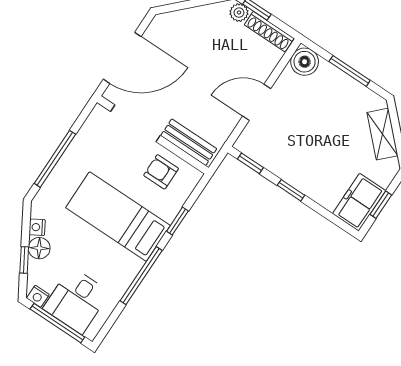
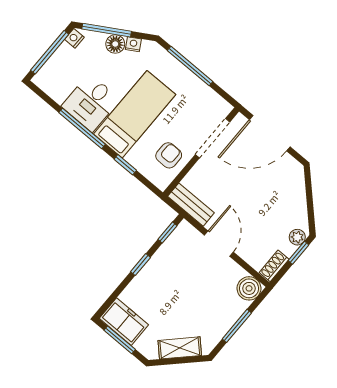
shoe rack: (269, 32) -> (274, 266), width x0.70
door: (122, 58) -> (270, 133), hinge flipped
bench: (189, 142) -> (191, 205), moved, turned 90
window: (381, 205) -> (120, 340), width x1.50
window: (24, 260) -> (107, 30), width x2.17
desk: (76, 300) -> (91, 103), moved, turned -90

